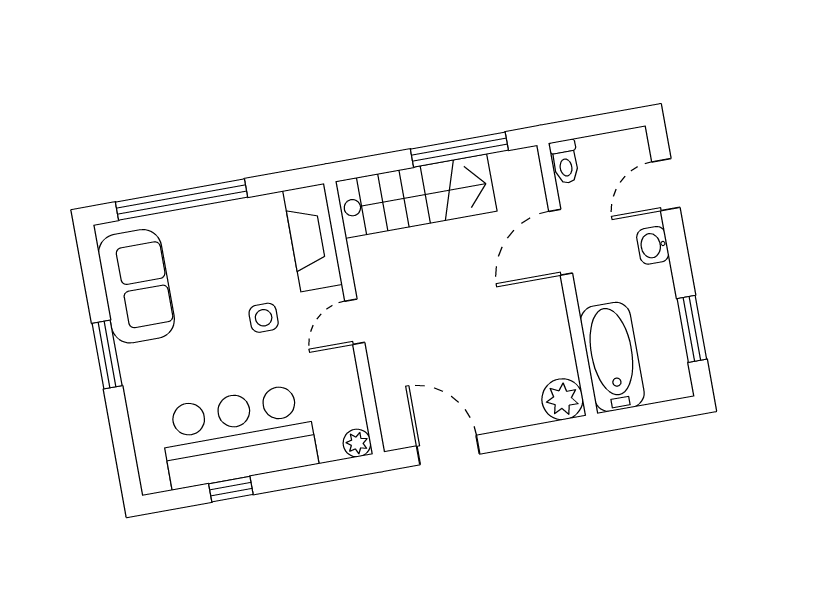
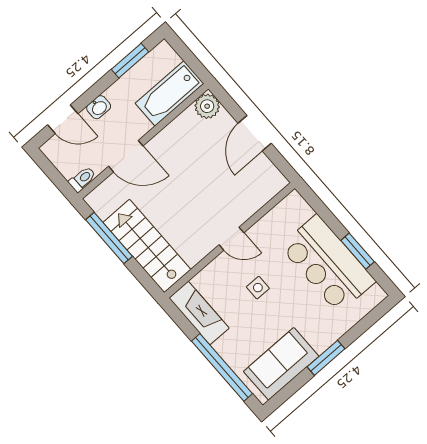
fireplace: (313, 238) -> (199, 313), moved, turned -90
plant: (357, 443) -> (294, 200), removed
door: (448, 450) -> (255, 133), moved
window: (231, 489) -> (358, 251), width x1.50

